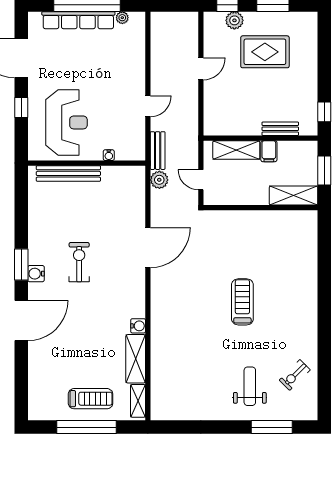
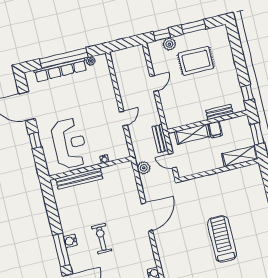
bench: (158, 151) -> (160, 139), moved
window: (21, 265) -> (62, 250), width x1.44
water cooler: (36, 274) -> (70, 241), moved
treadmill: (242, 302) -> (222, 239), width x1.37, depth x1.38

